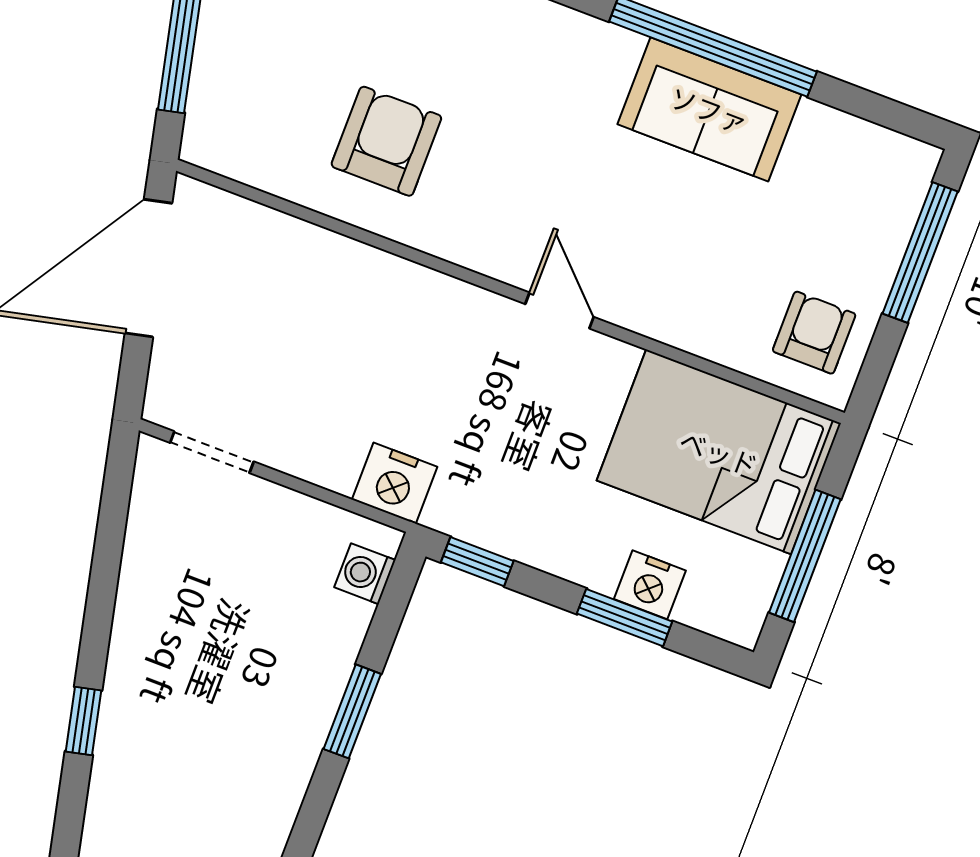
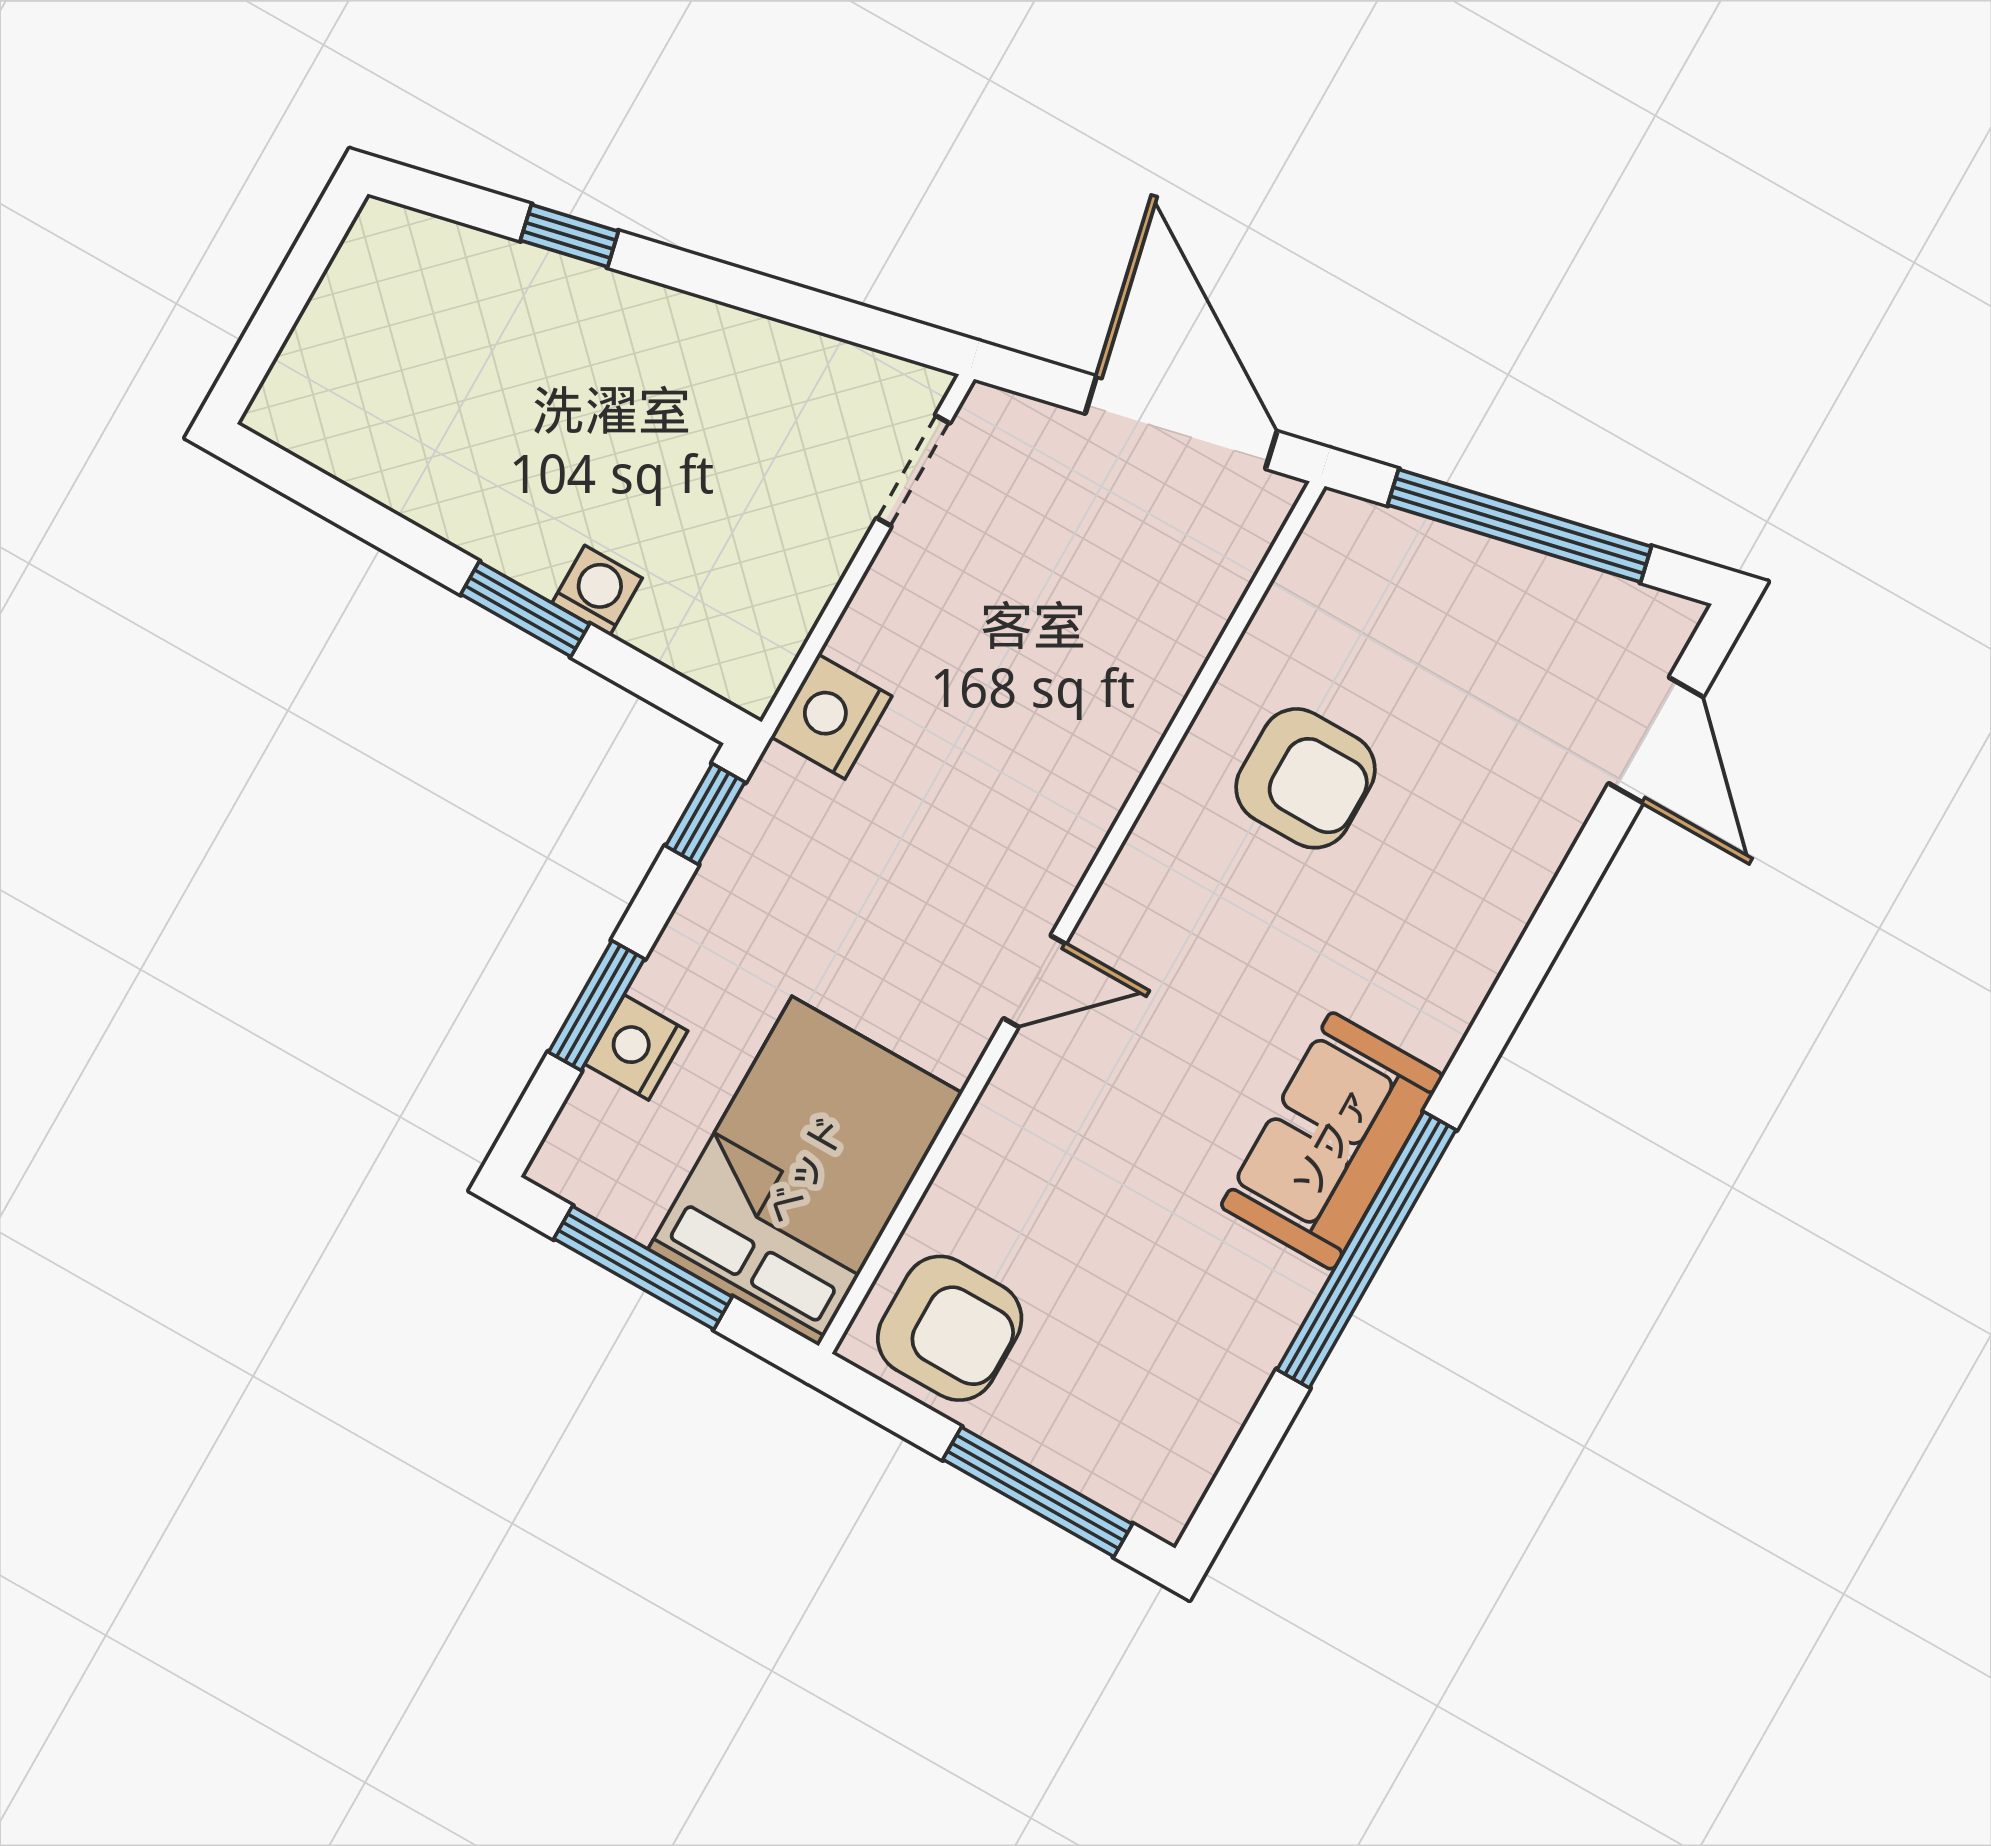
sofa: (709, 109) -> (1332, 1141), moved
armchair: (814, 333) -> (950, 1328), width x1.38, depth x1.38
washing machine: (365, 574) -> (597, 590), moved

